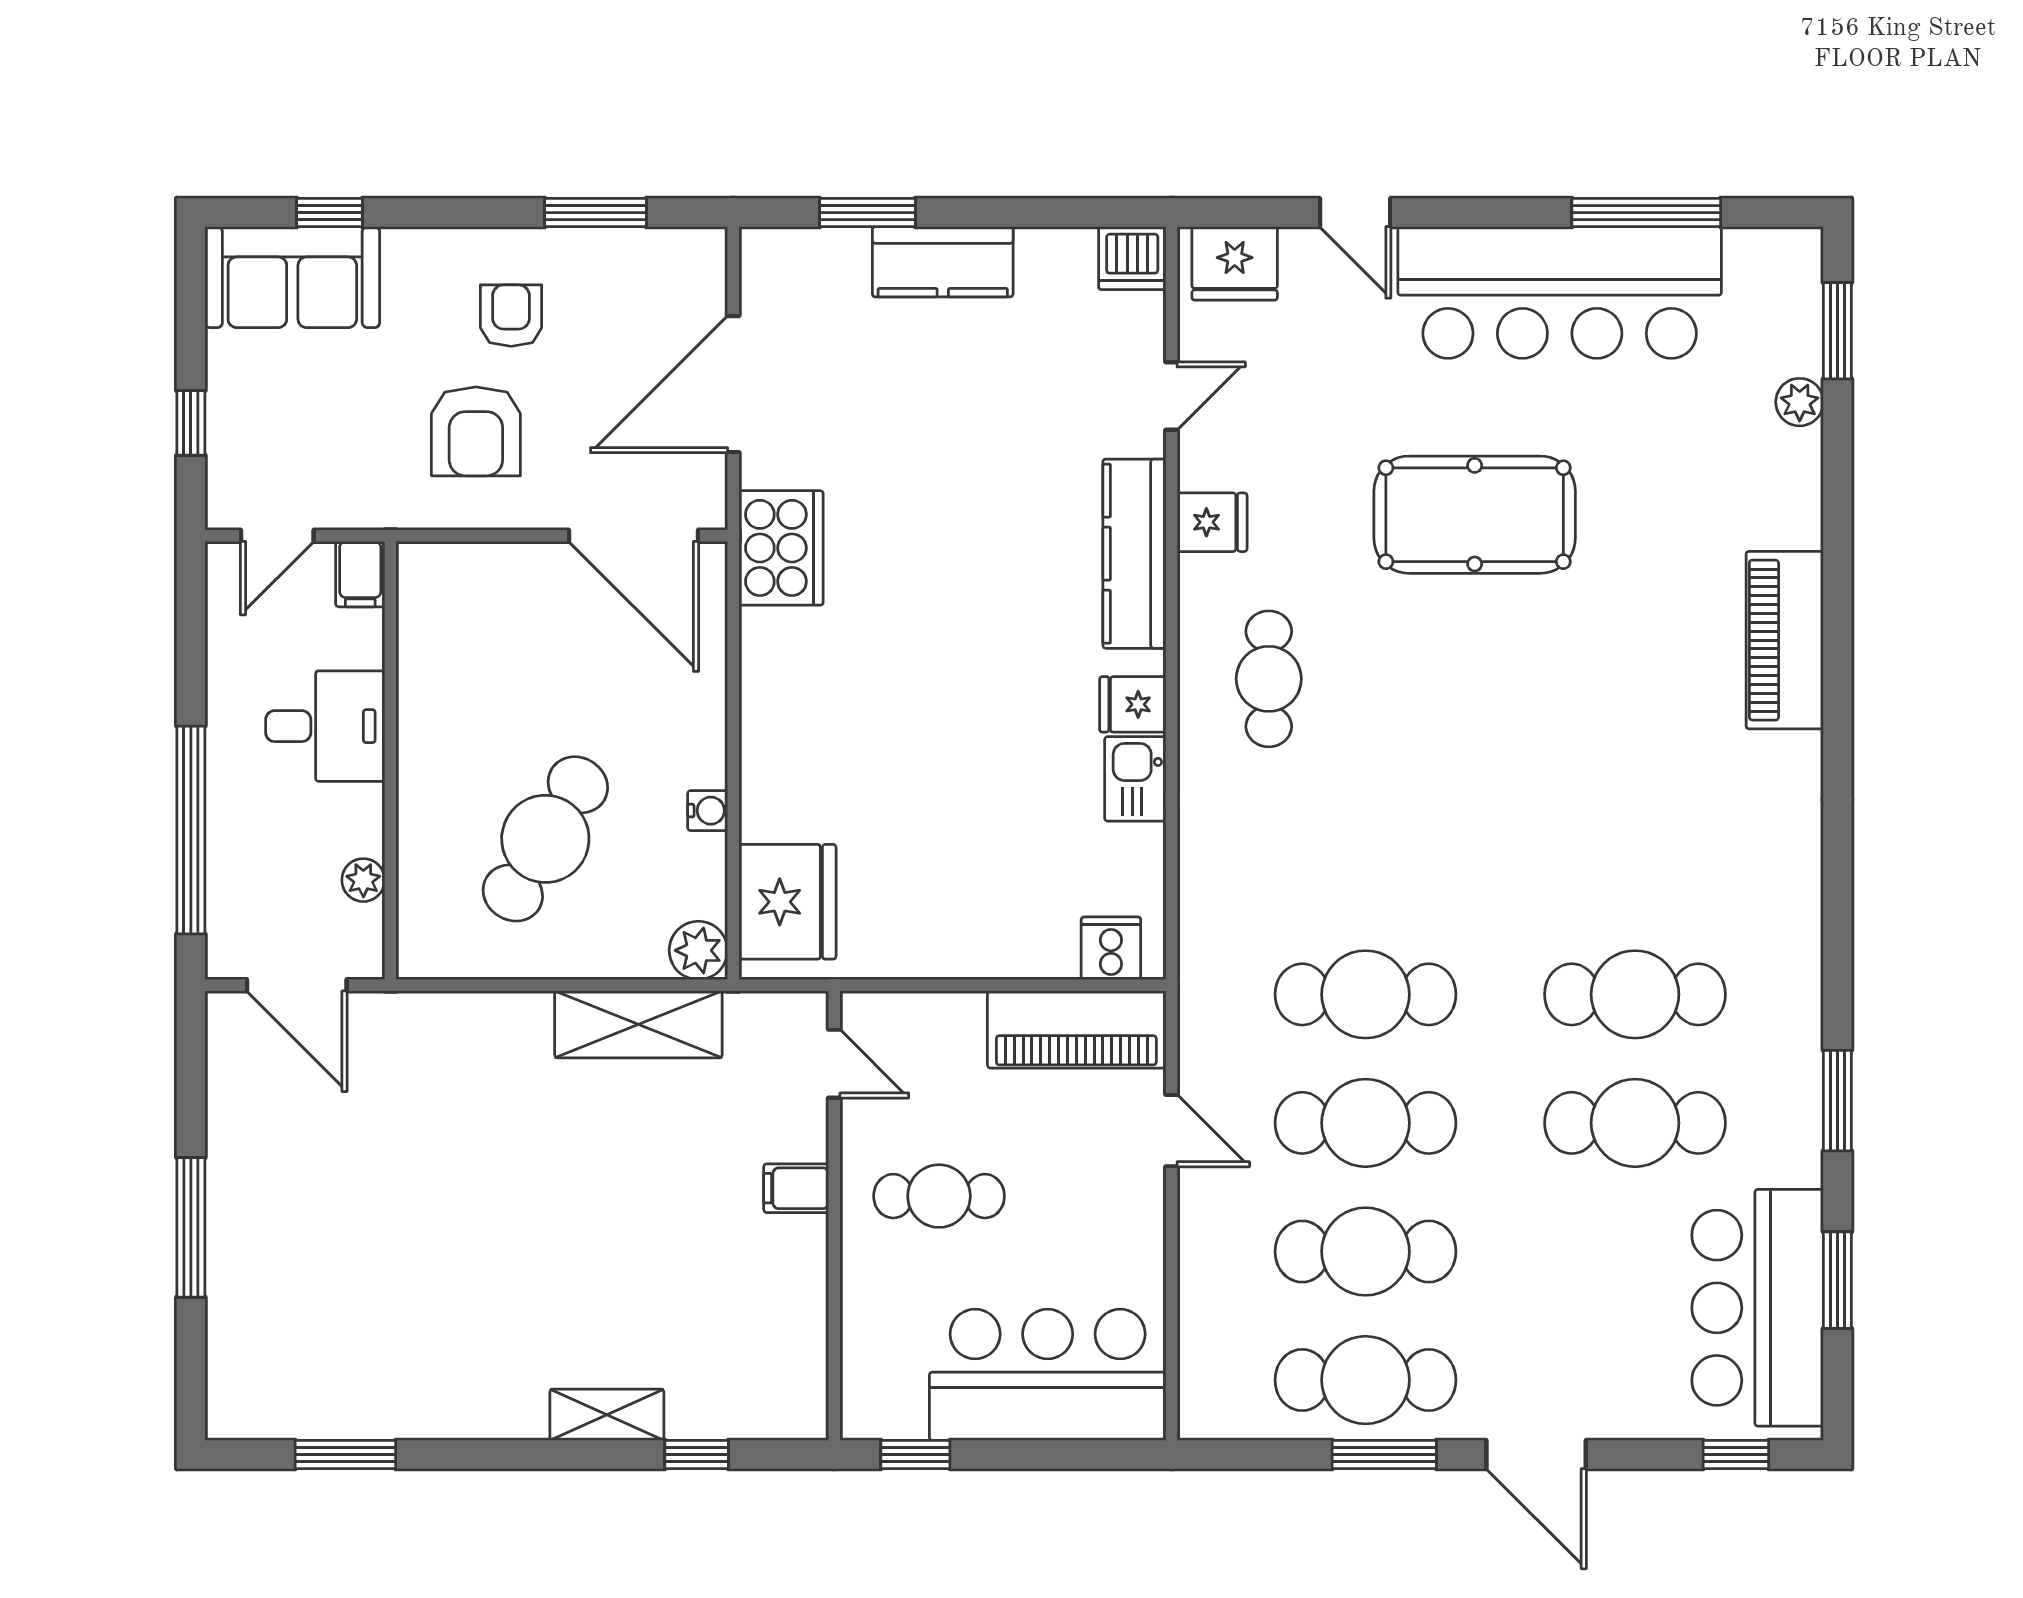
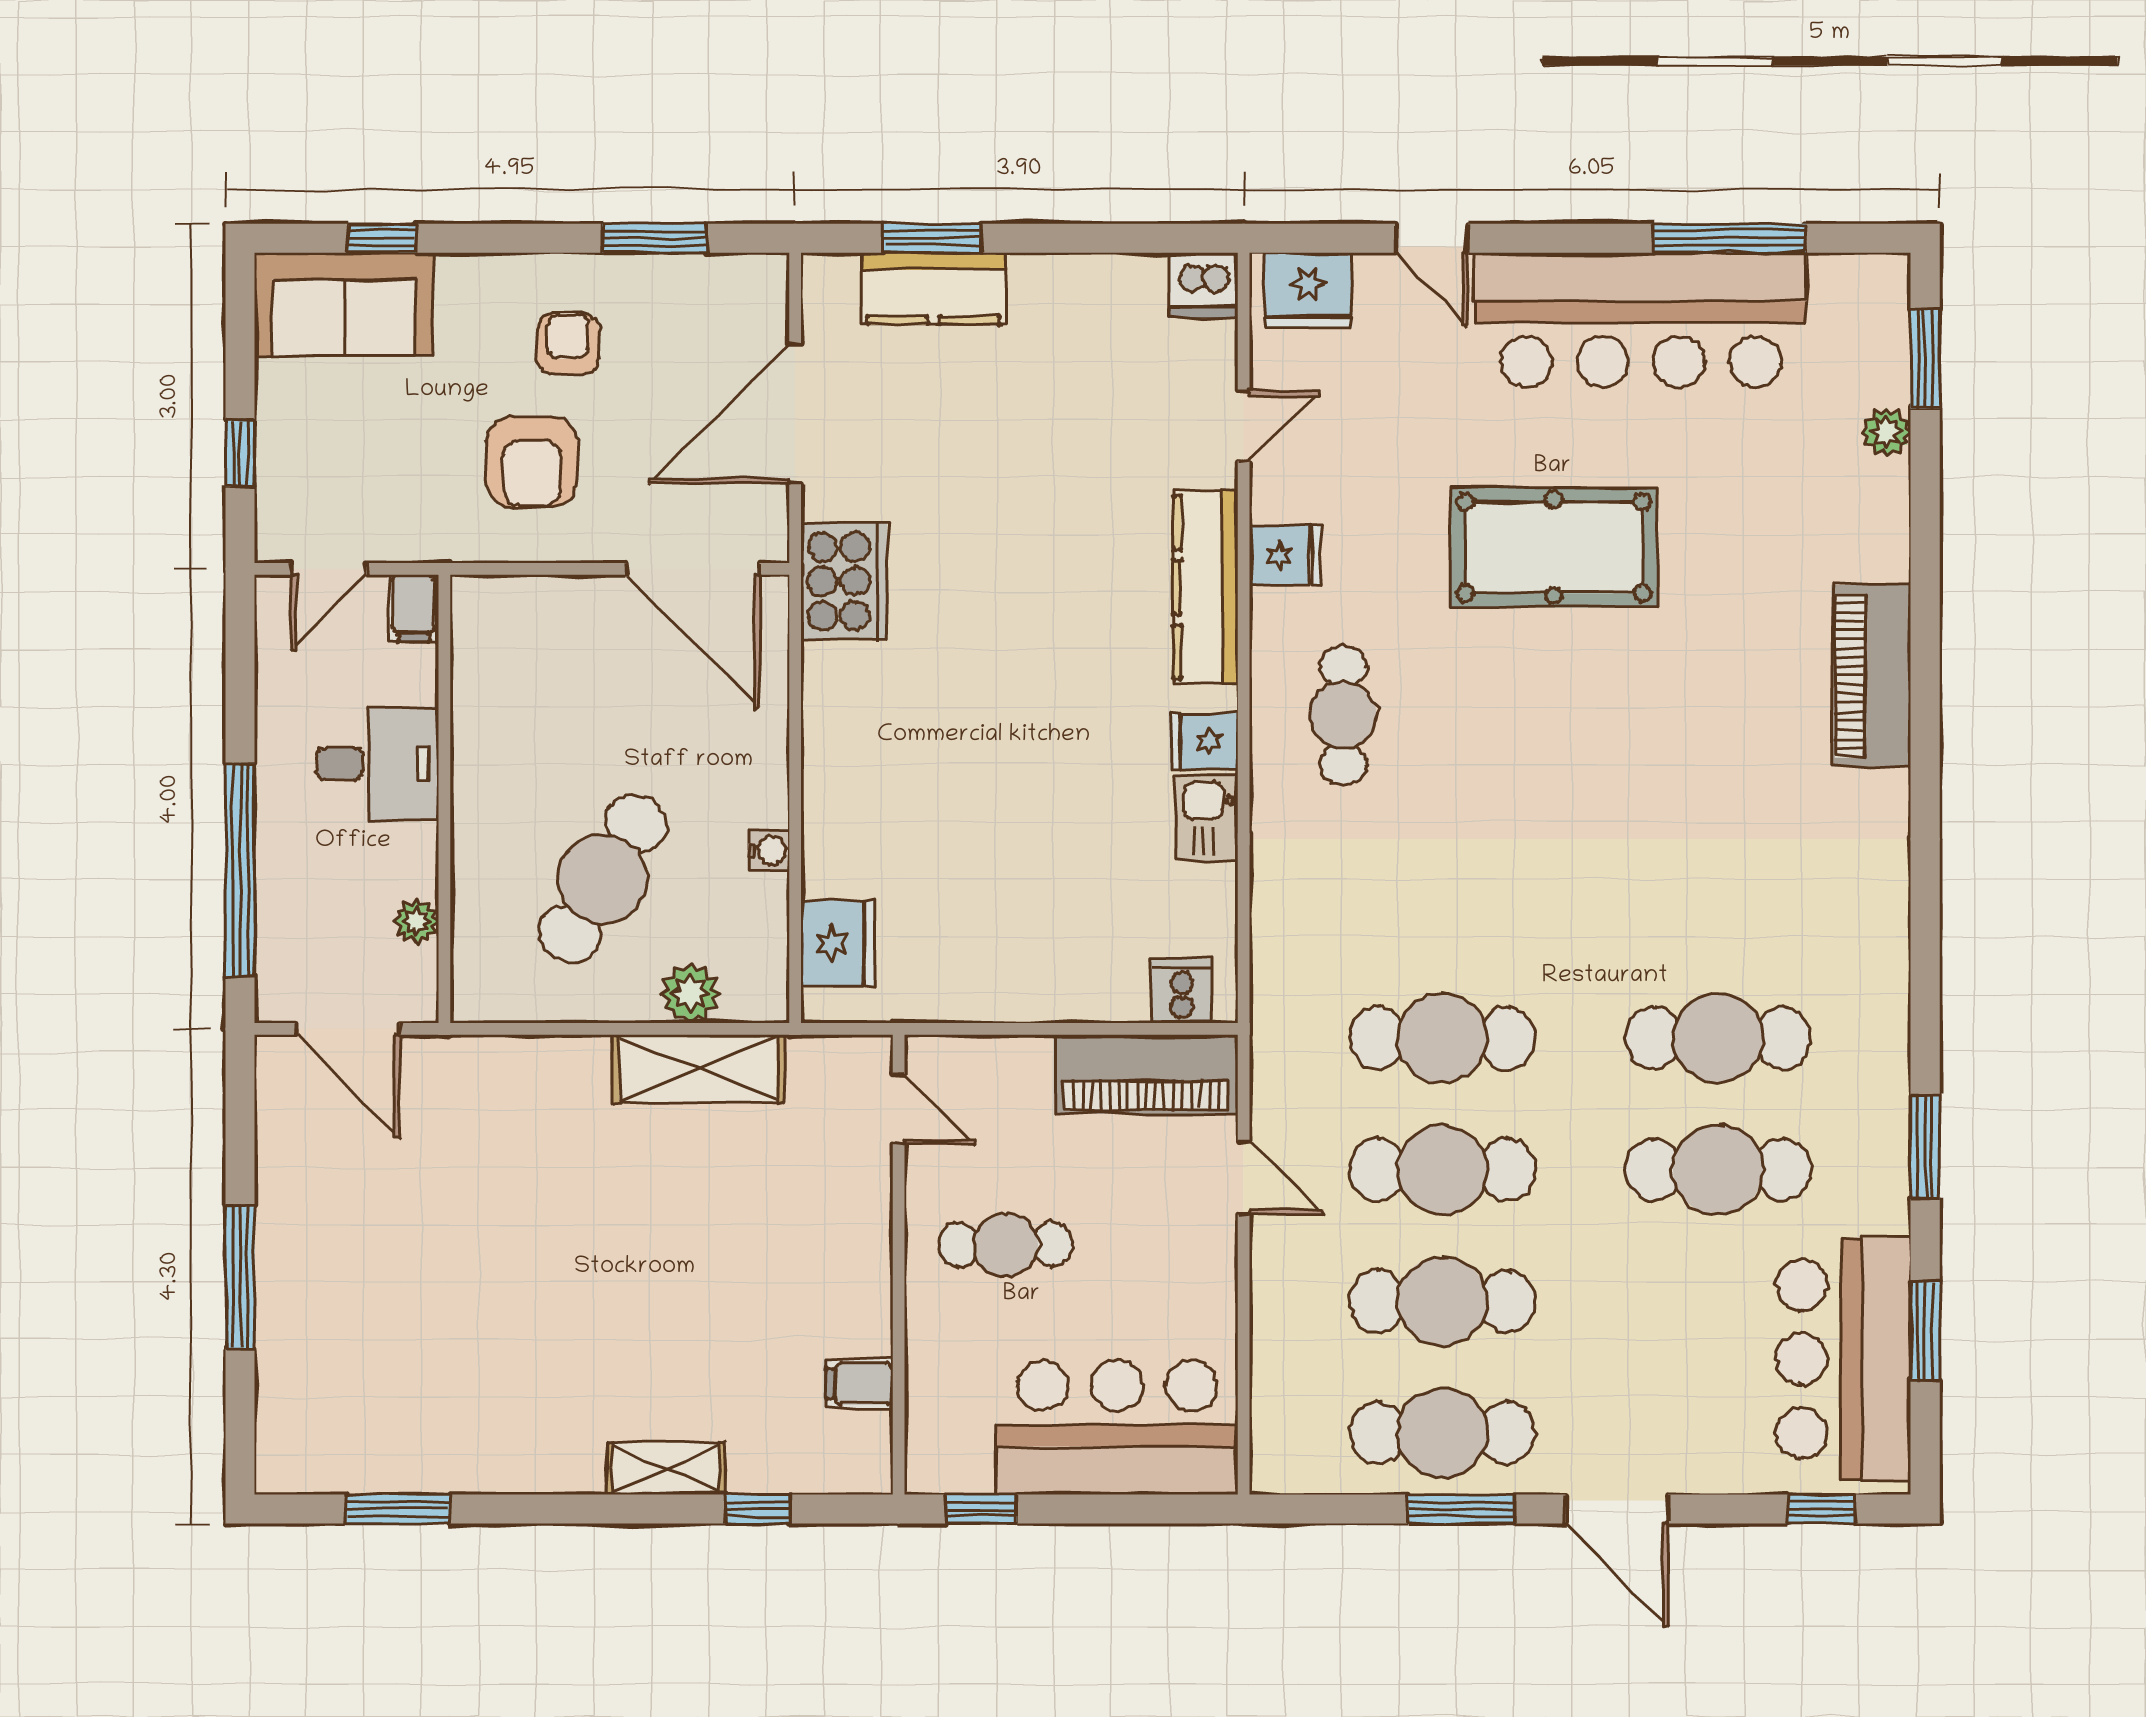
kitchen counter: (943, 262) -> (934, 289), moved
fridge: (787, 902) -> (838, 944), width x0.73, depth x0.75
plant: (698, 950) -> (690, 993), moved
filing cabinet: (796, 1188) -> (860, 1384), moved

